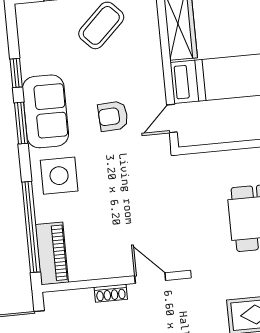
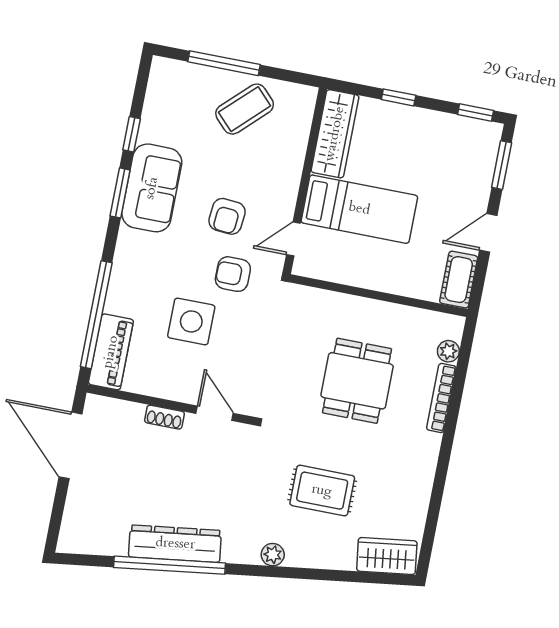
armchair: (113, 116) -> (227, 216), turned -82
armchair: (131, 161) -> (233, 274), added
side table: (59, 176) -> (191, 321), moved

